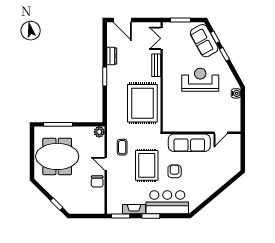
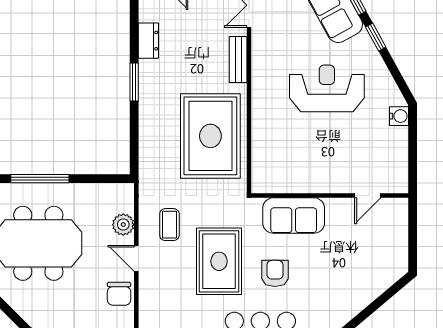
plant: (99, 132) -> (123, 225), moved
sofa: (189, 143) -> (294, 216), width x0.73

